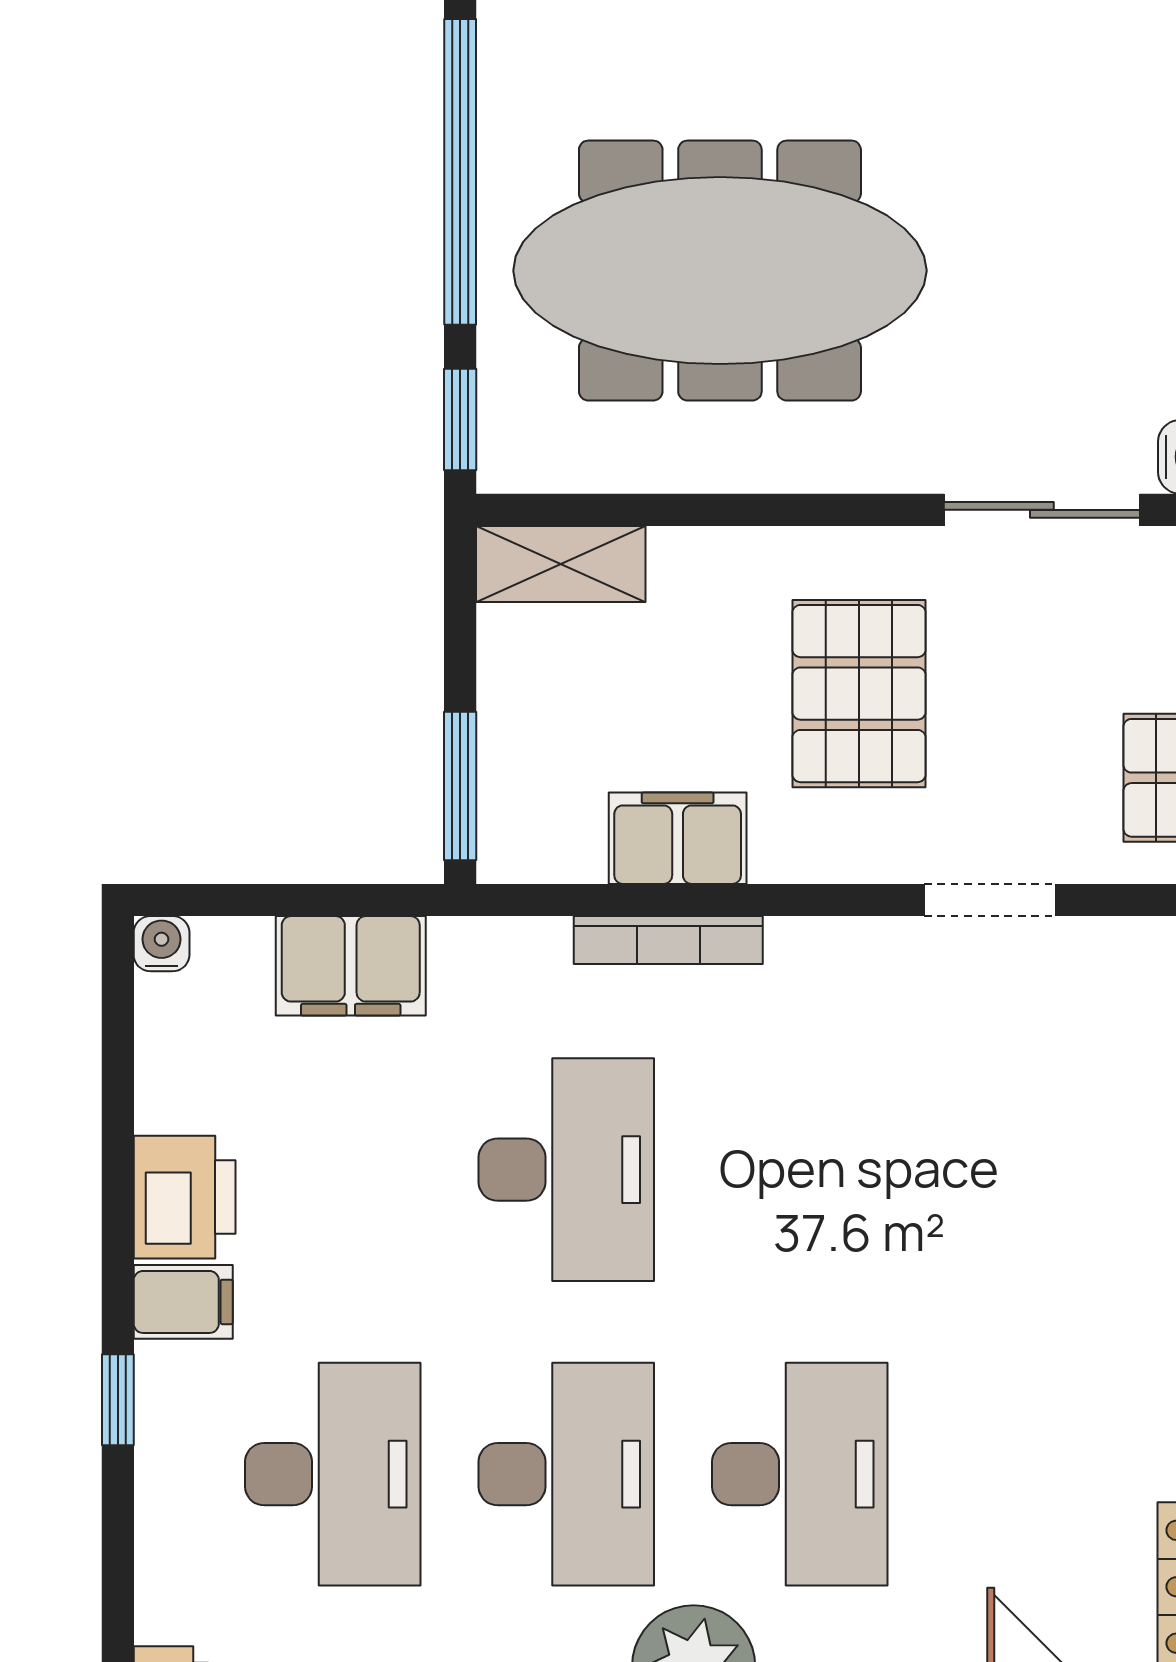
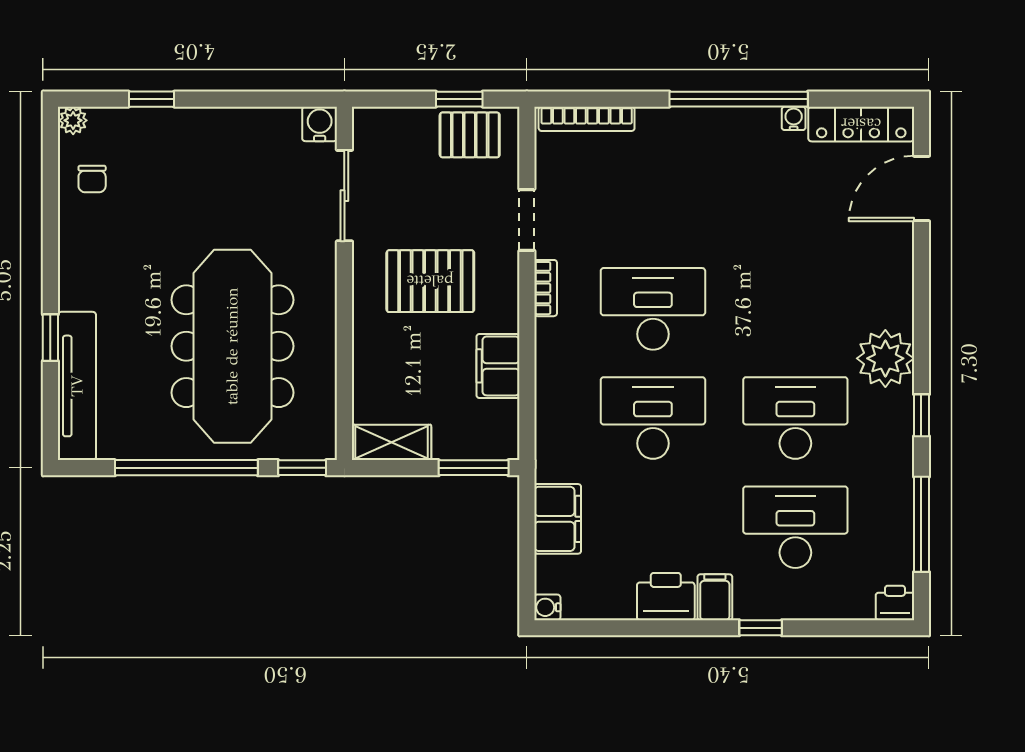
shelving: (561, 564) -> (391, 442), moved, turned 90
bookcase: (668, 940) -> (546, 288), moved, width x0.64
desk: (800, 1474) -> (653, 309), moved

